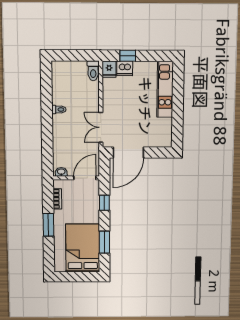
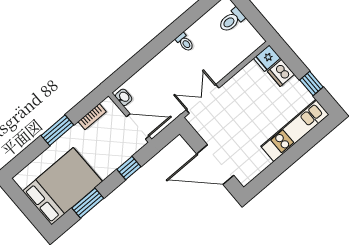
window: (128, 56) -> (311, 84), moved
toilet: (93, 71) -> (232, 20), moved
door: (128, 152) -> (215, 165), moved

